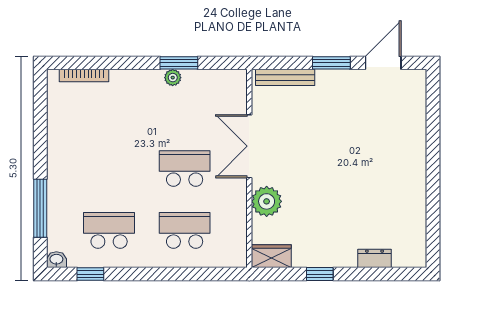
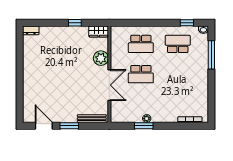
door: (383, 63) -> (44, 126), swing flipped
school desk: (109, 230) -> (178, 44), turned 180
dresser: (375, 258) -> (31, 30), moved

